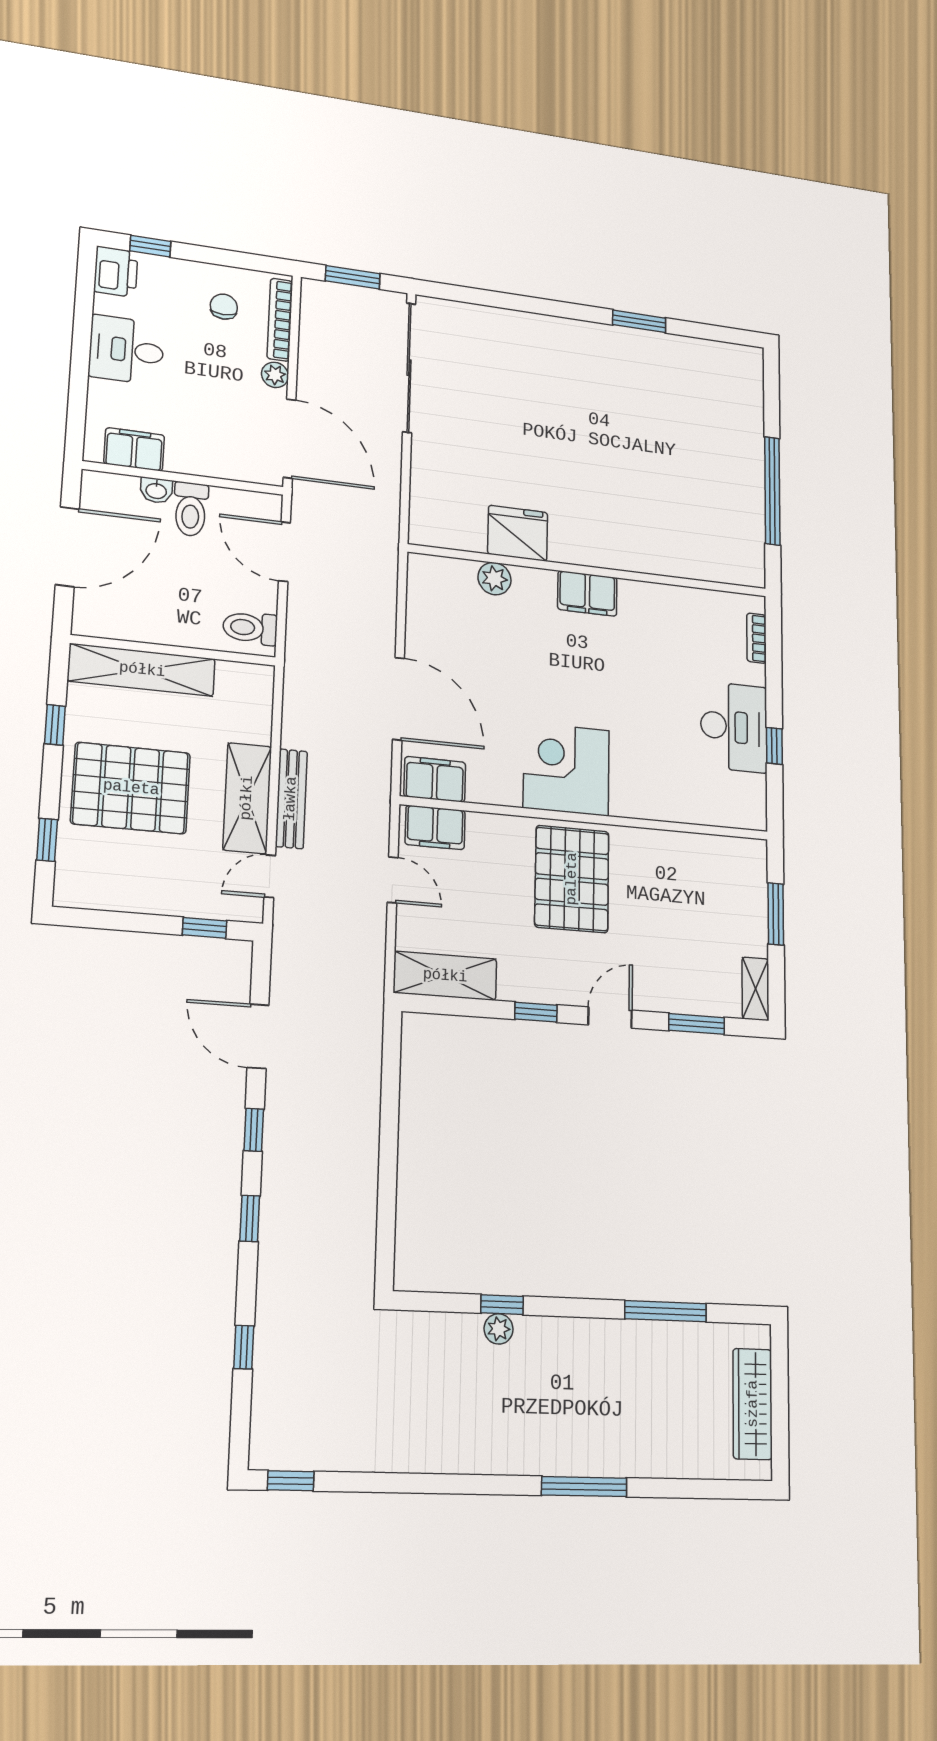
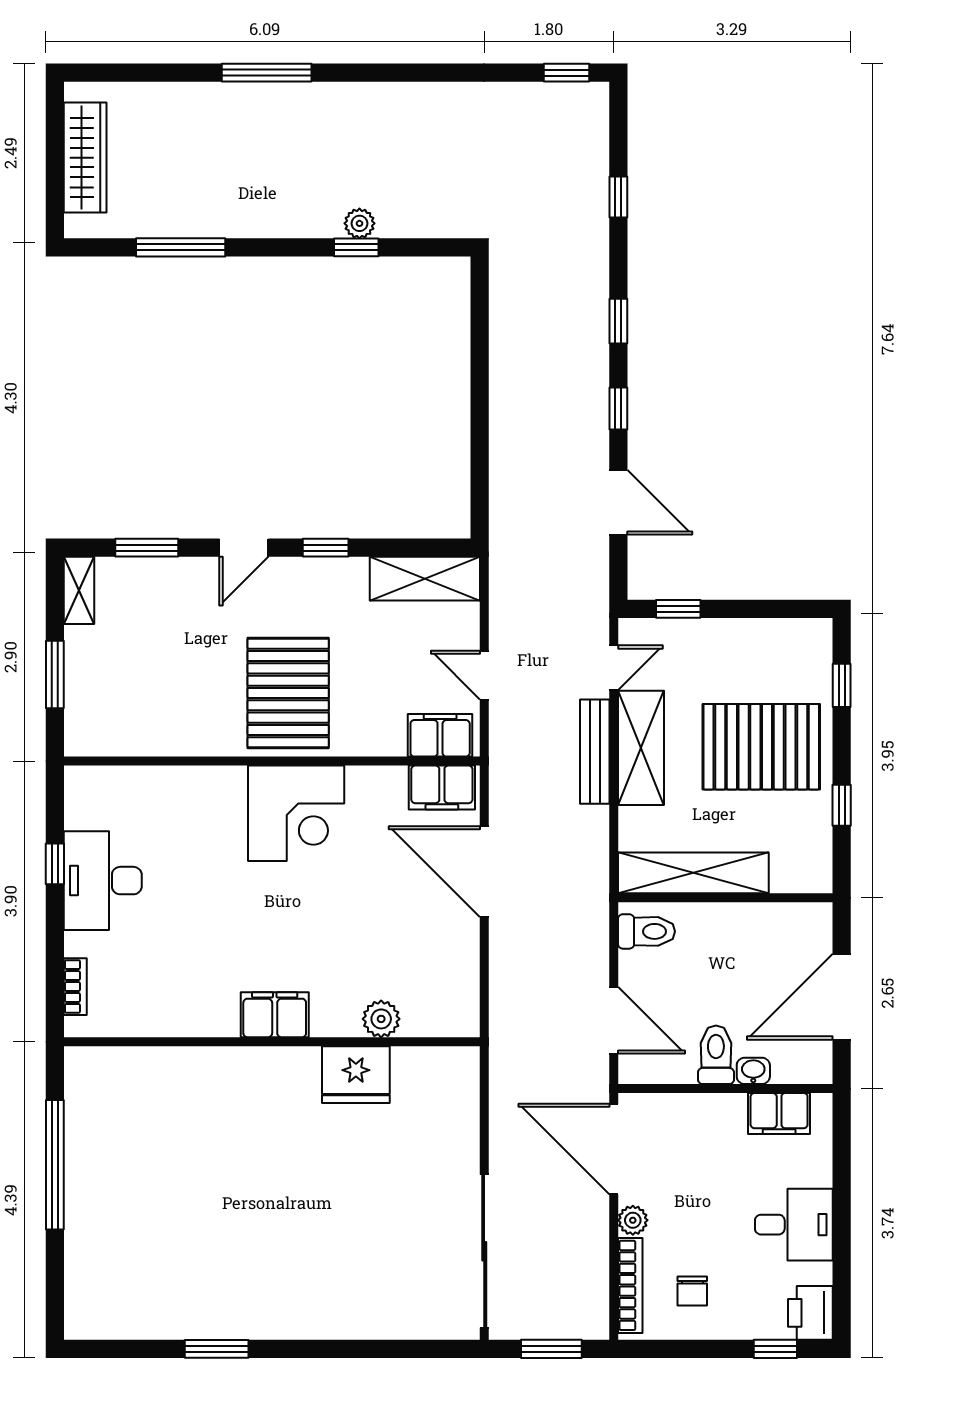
shelving: (142, 670) -> (693, 873), moved

